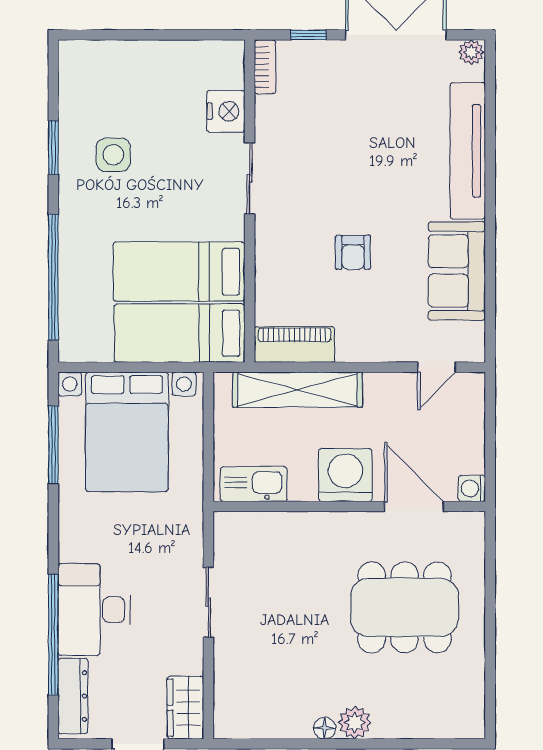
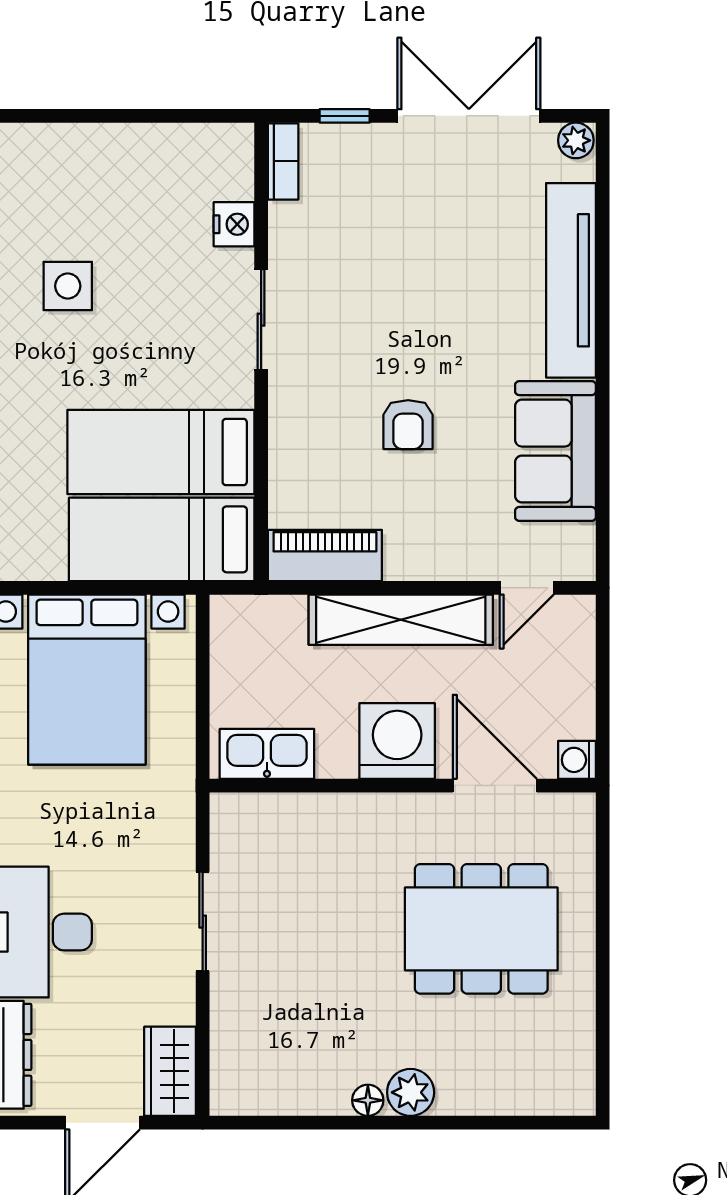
nightstand: (226, 111) -> (234, 224), width x0.74, depth x0.75
shelving: (298, 390) -> (401, 620), moved

